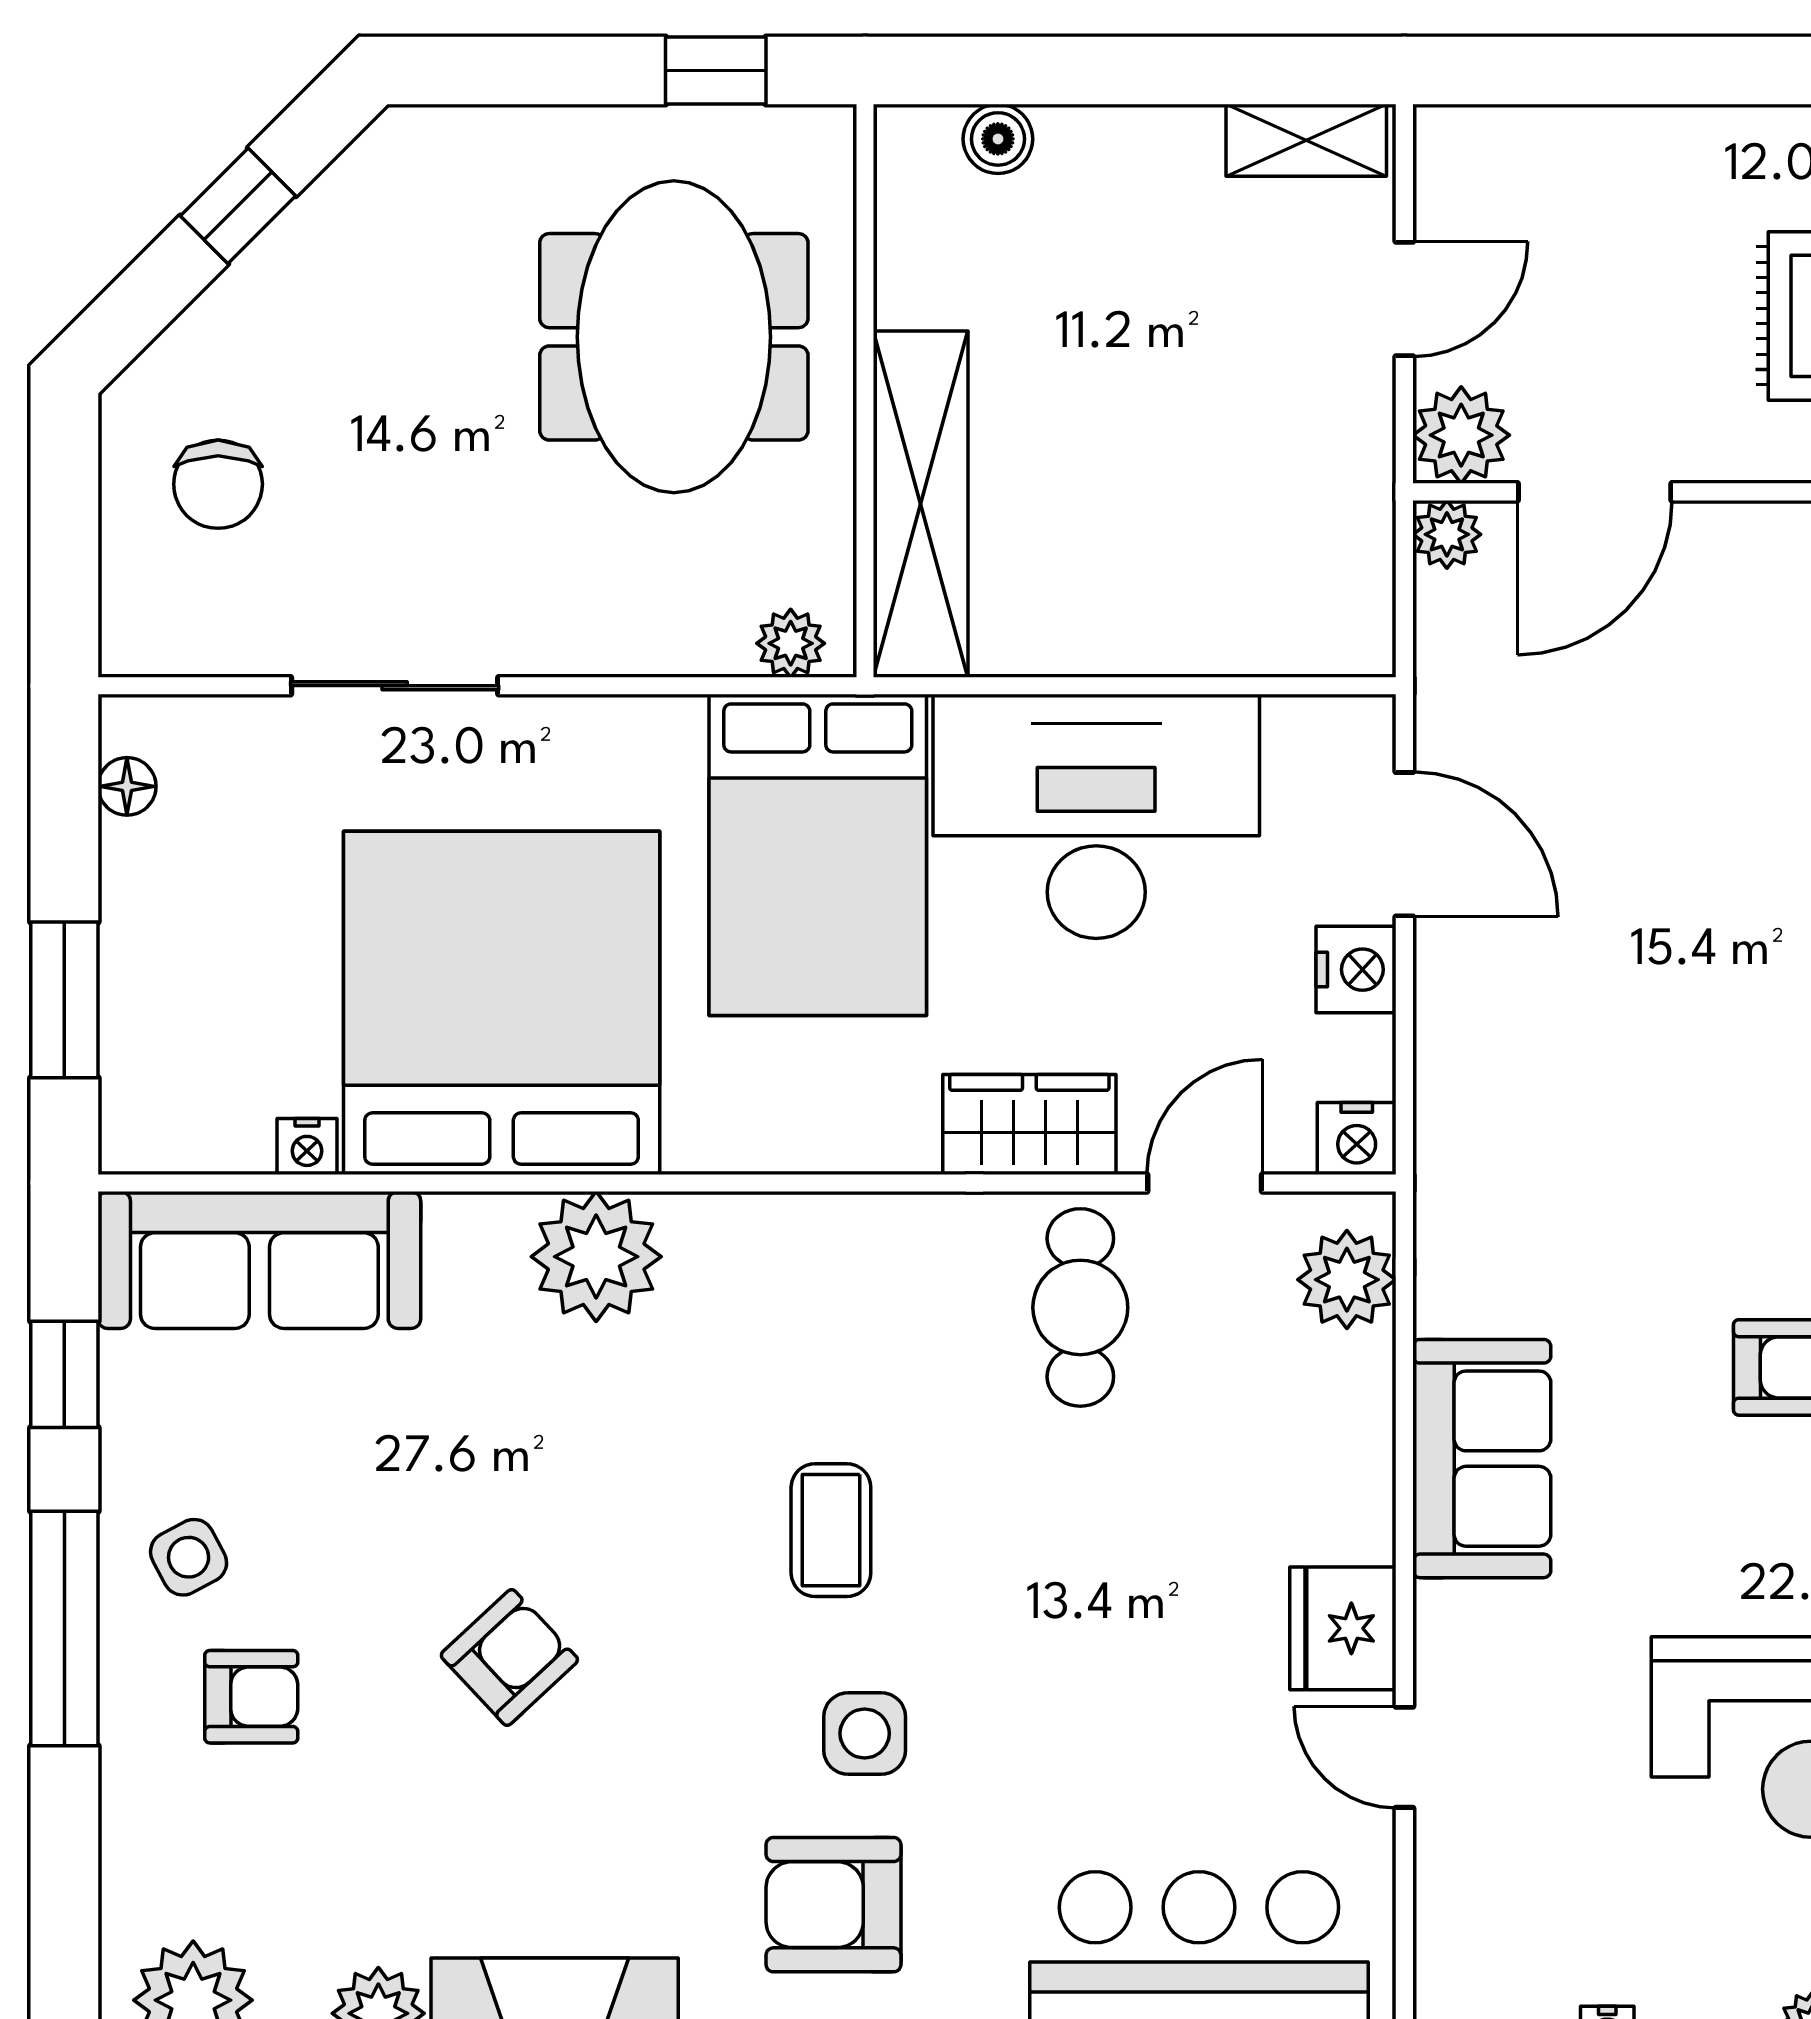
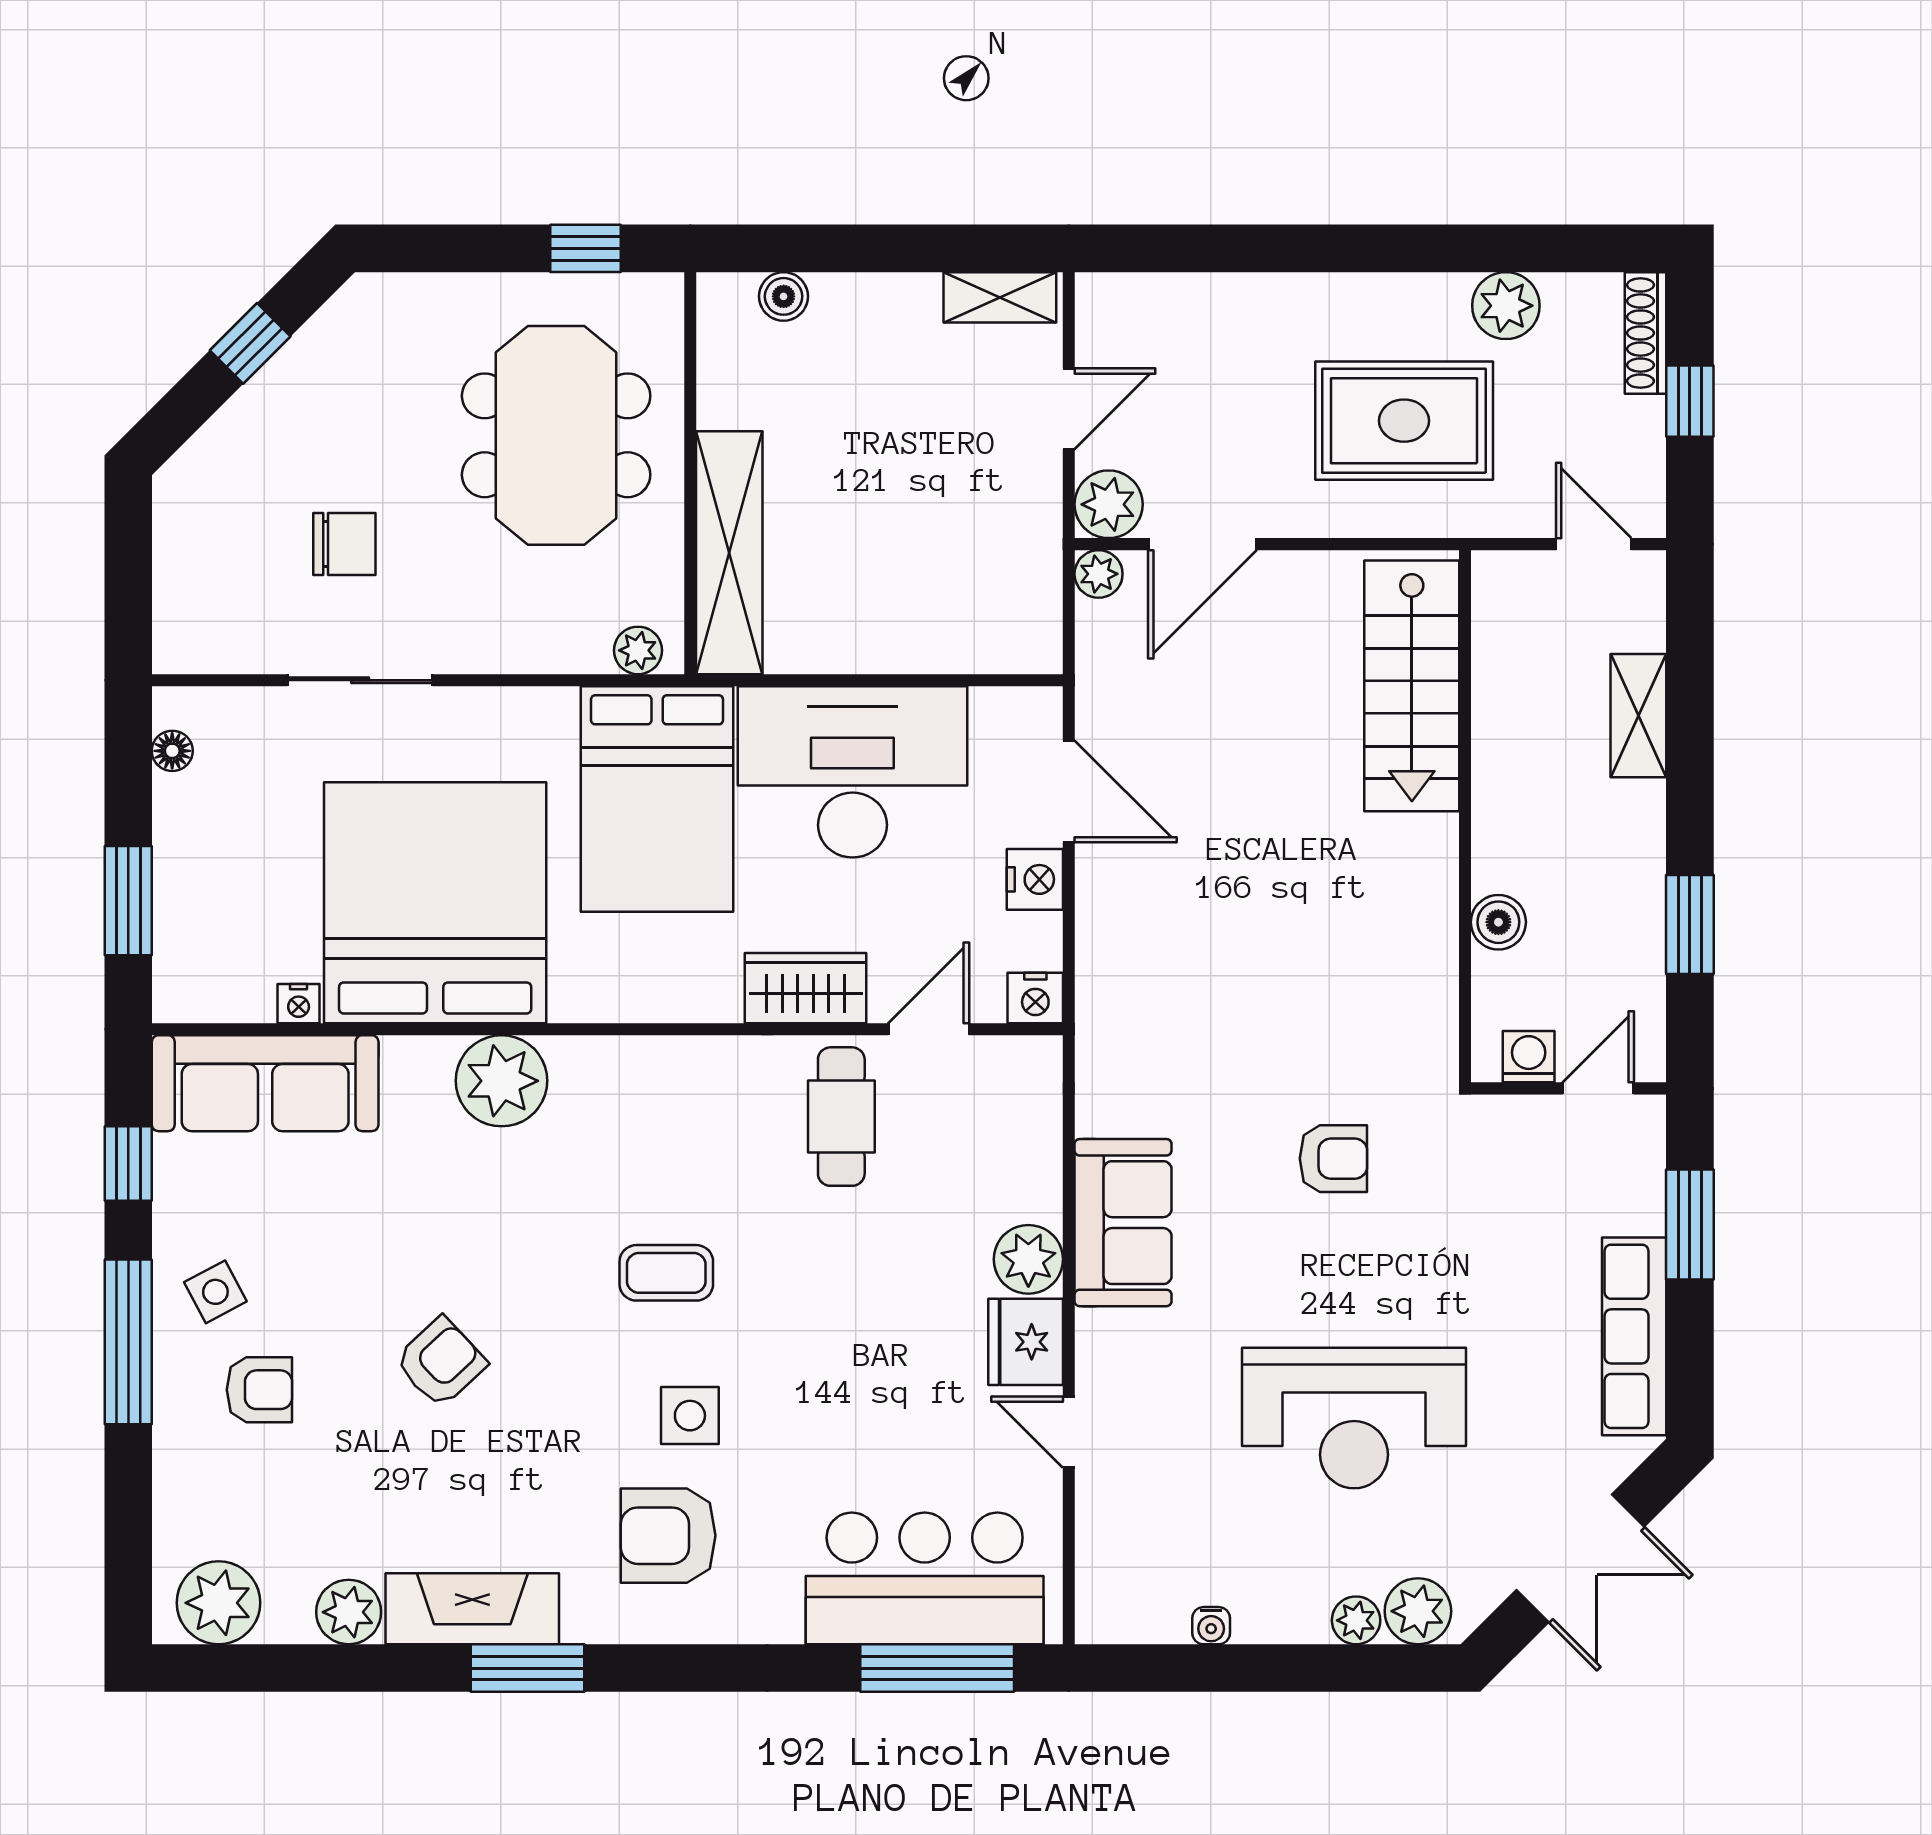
chair: (218, 484) -> (344, 544), moved, turned -90
plant: (1347, 1280) -> (1028, 1259), moved
coffee table: (831, 1530) -> (666, 1273), turned 90

